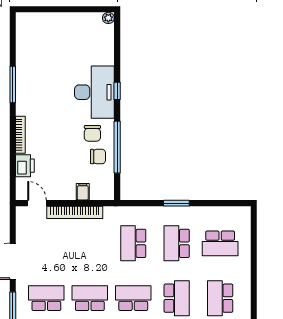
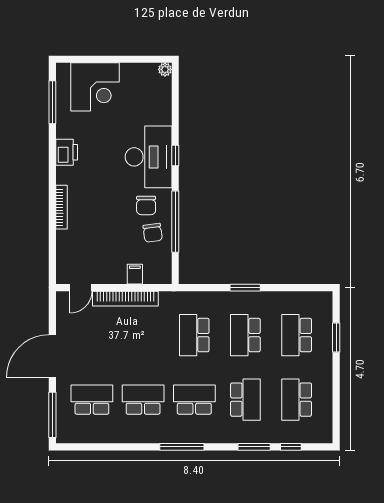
corner desk: (49, 33) -> (95, 87), added
window: (13, 84) -> (52, 102), moved
chair: (98, 157) -> (153, 233), turned 82
printer: (25, 166) -> (67, 152), moved
door: (37, 203) -> (81, 288), swing flipped
school desk: (220, 243) -> (297, 335), turned 90
window: (254, 245) -> (336, 338), added

